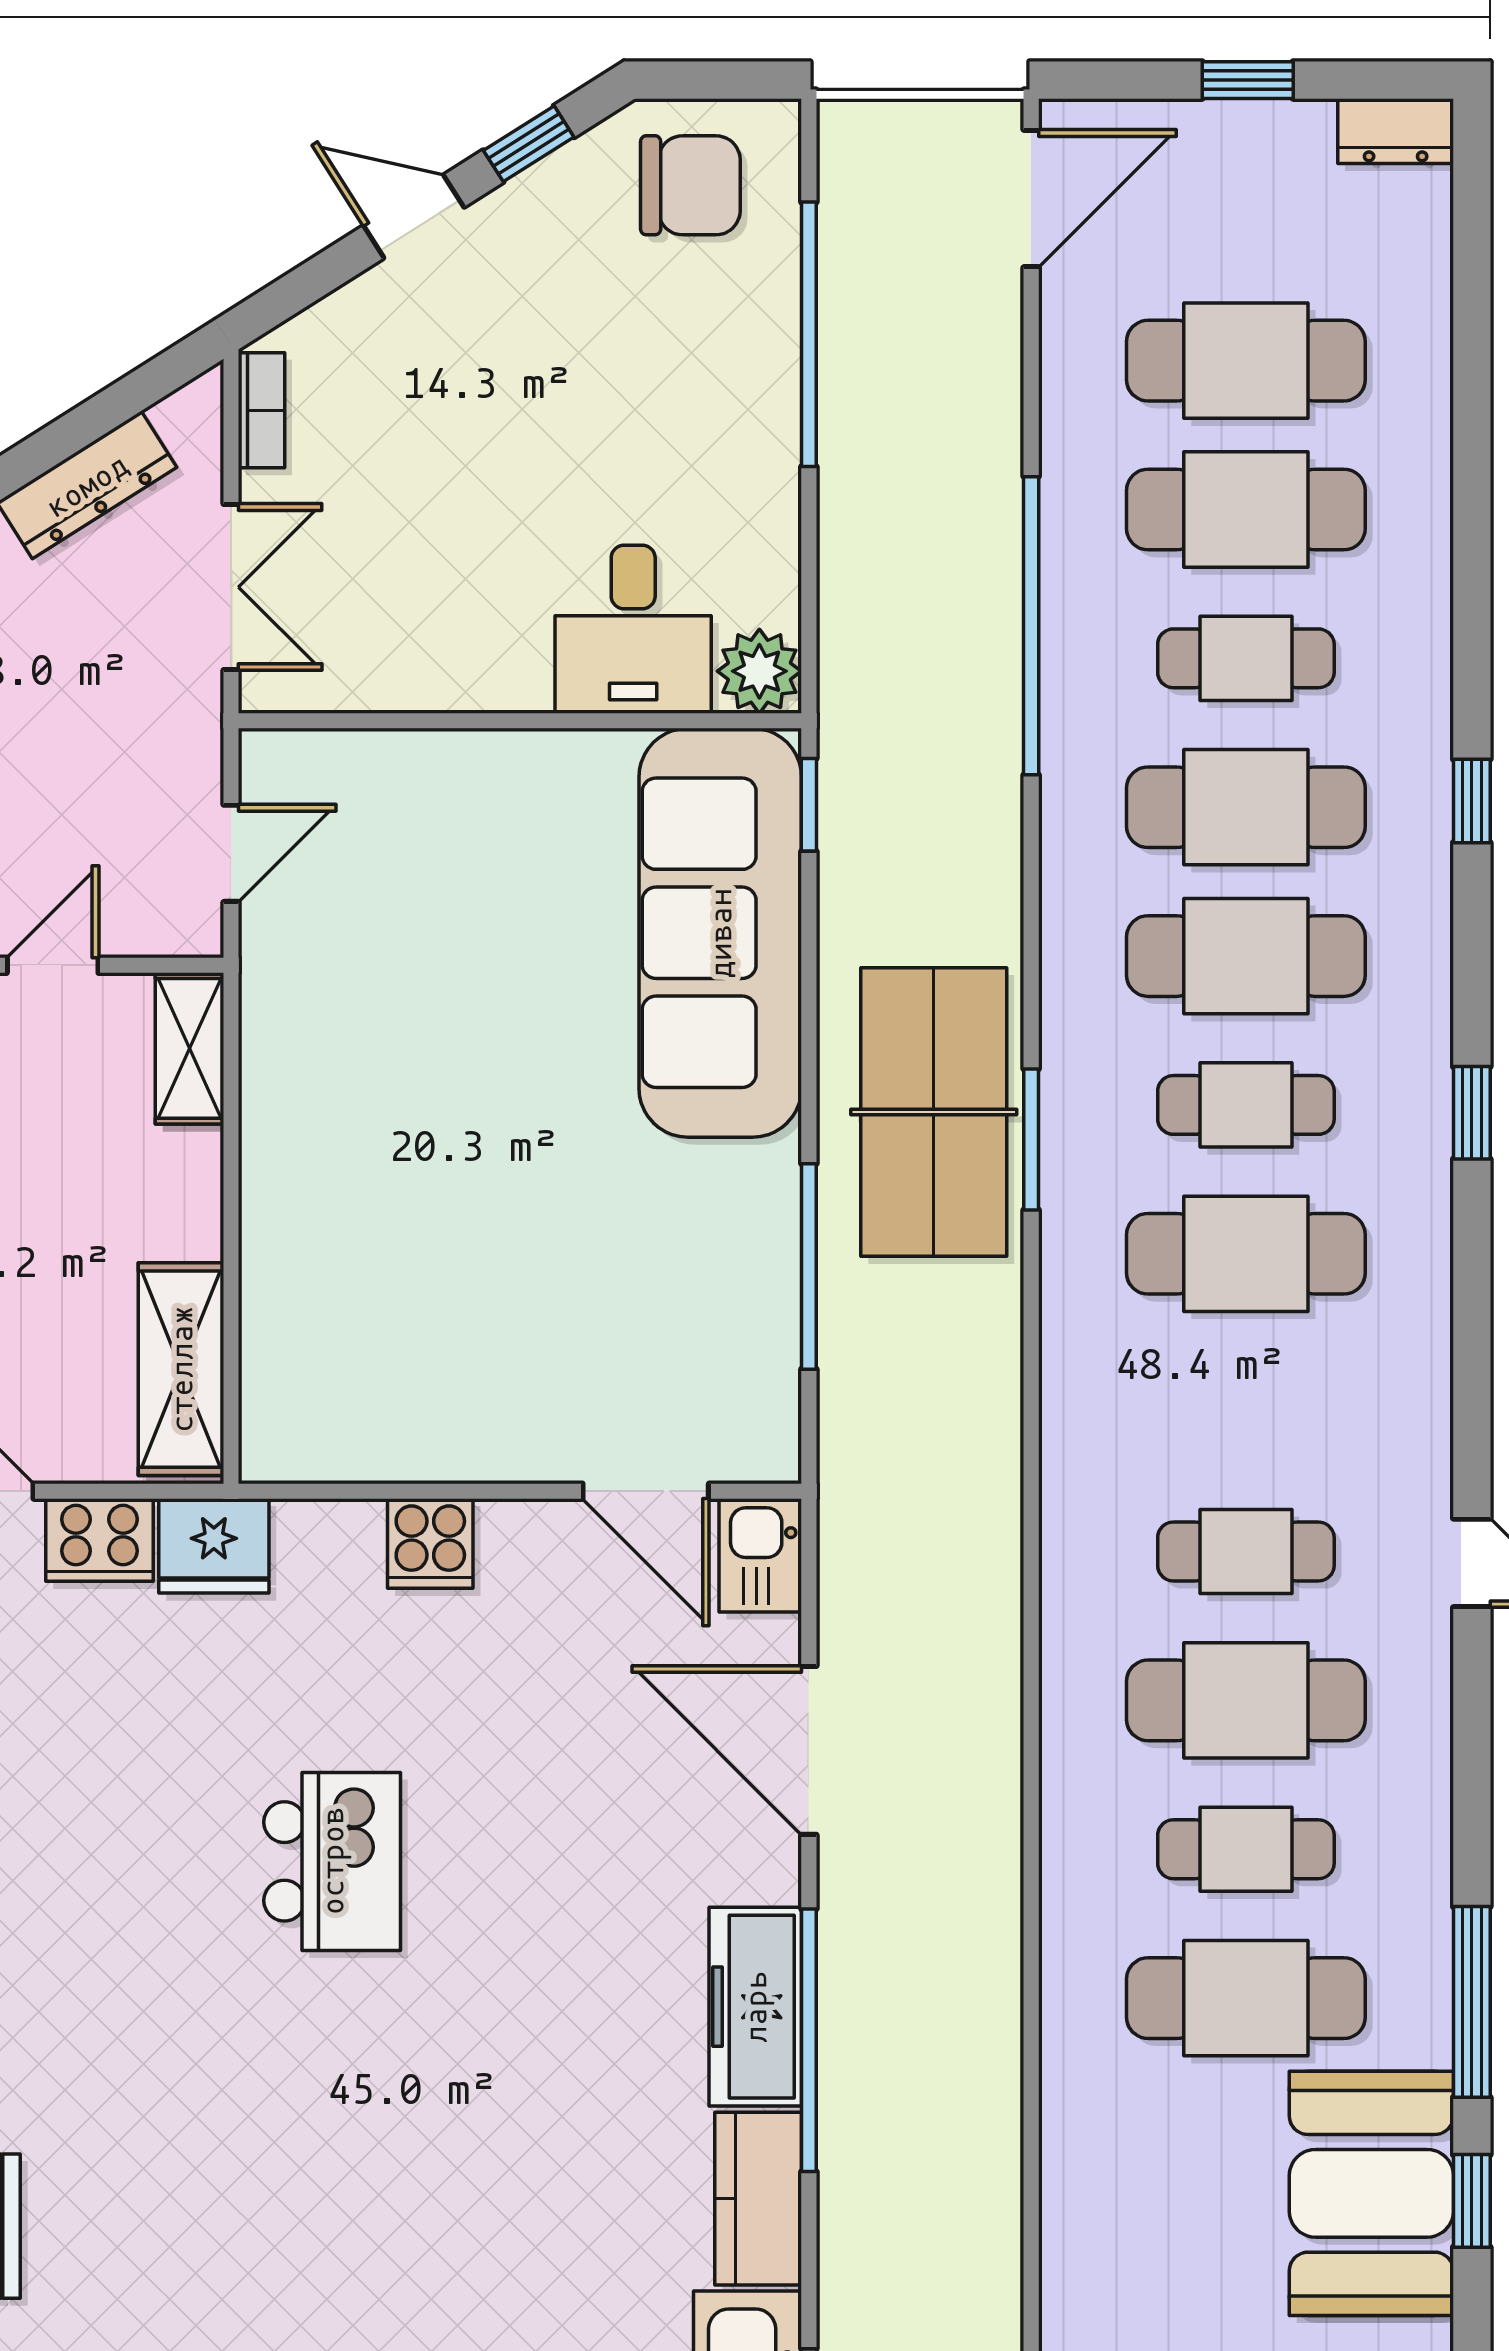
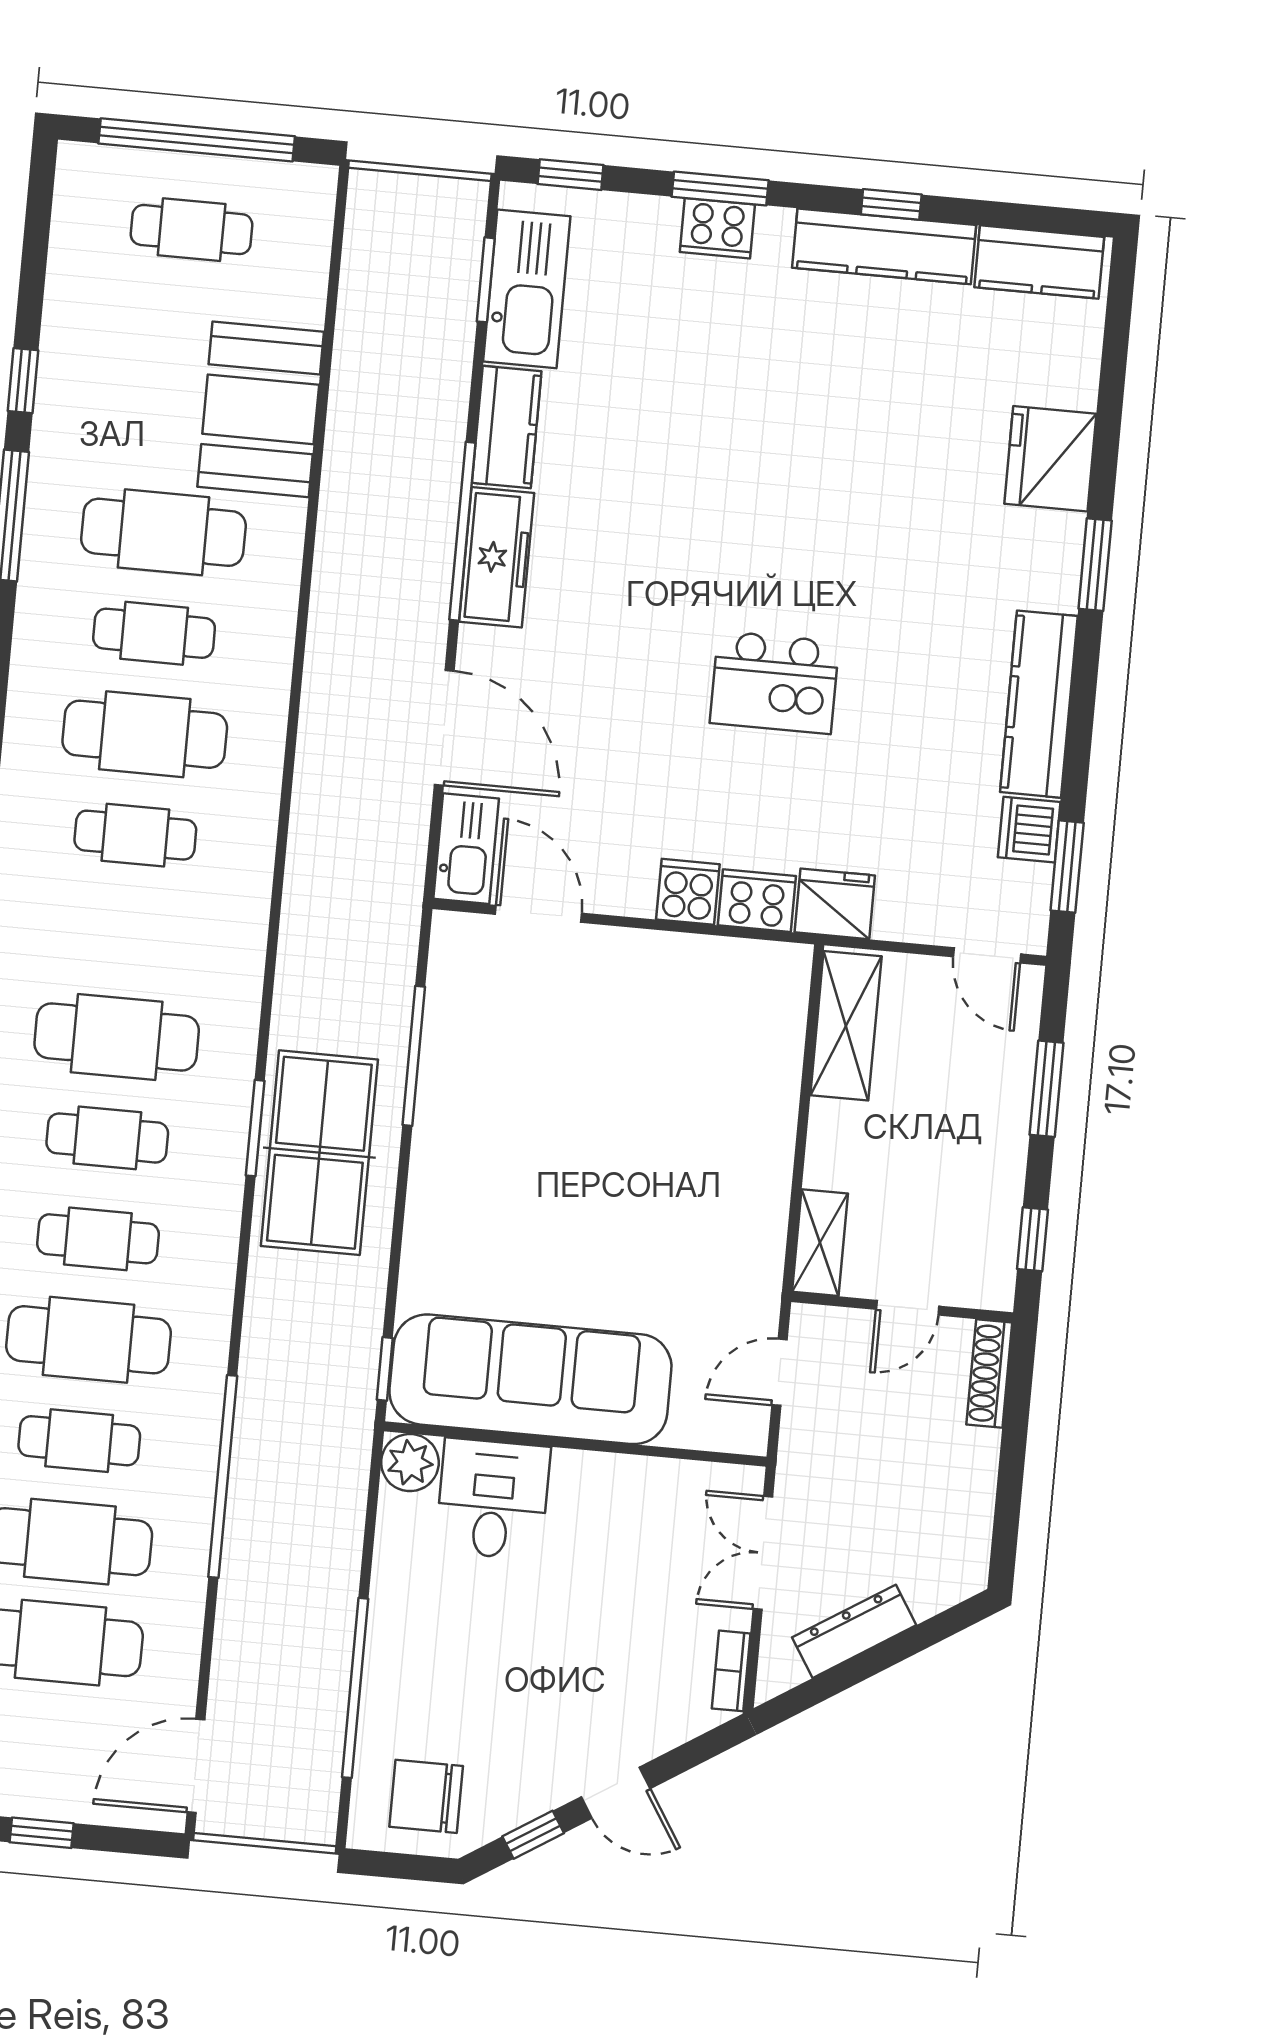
sofa: (720, 933) -> (530, 1379), moved, turned -90
cafe table: (1246, 956) -> (98, 1239), width x0.73, depth x0.74
cooker: (99, 1540) -> (757, 901), moved
kitchen sink: (760, 1555) -> (466, 849), width x1.38
kitchen island: (332, 1861) -> (774, 682), turned -90
booth: (1371, 2193) -> (261, 409), moved

